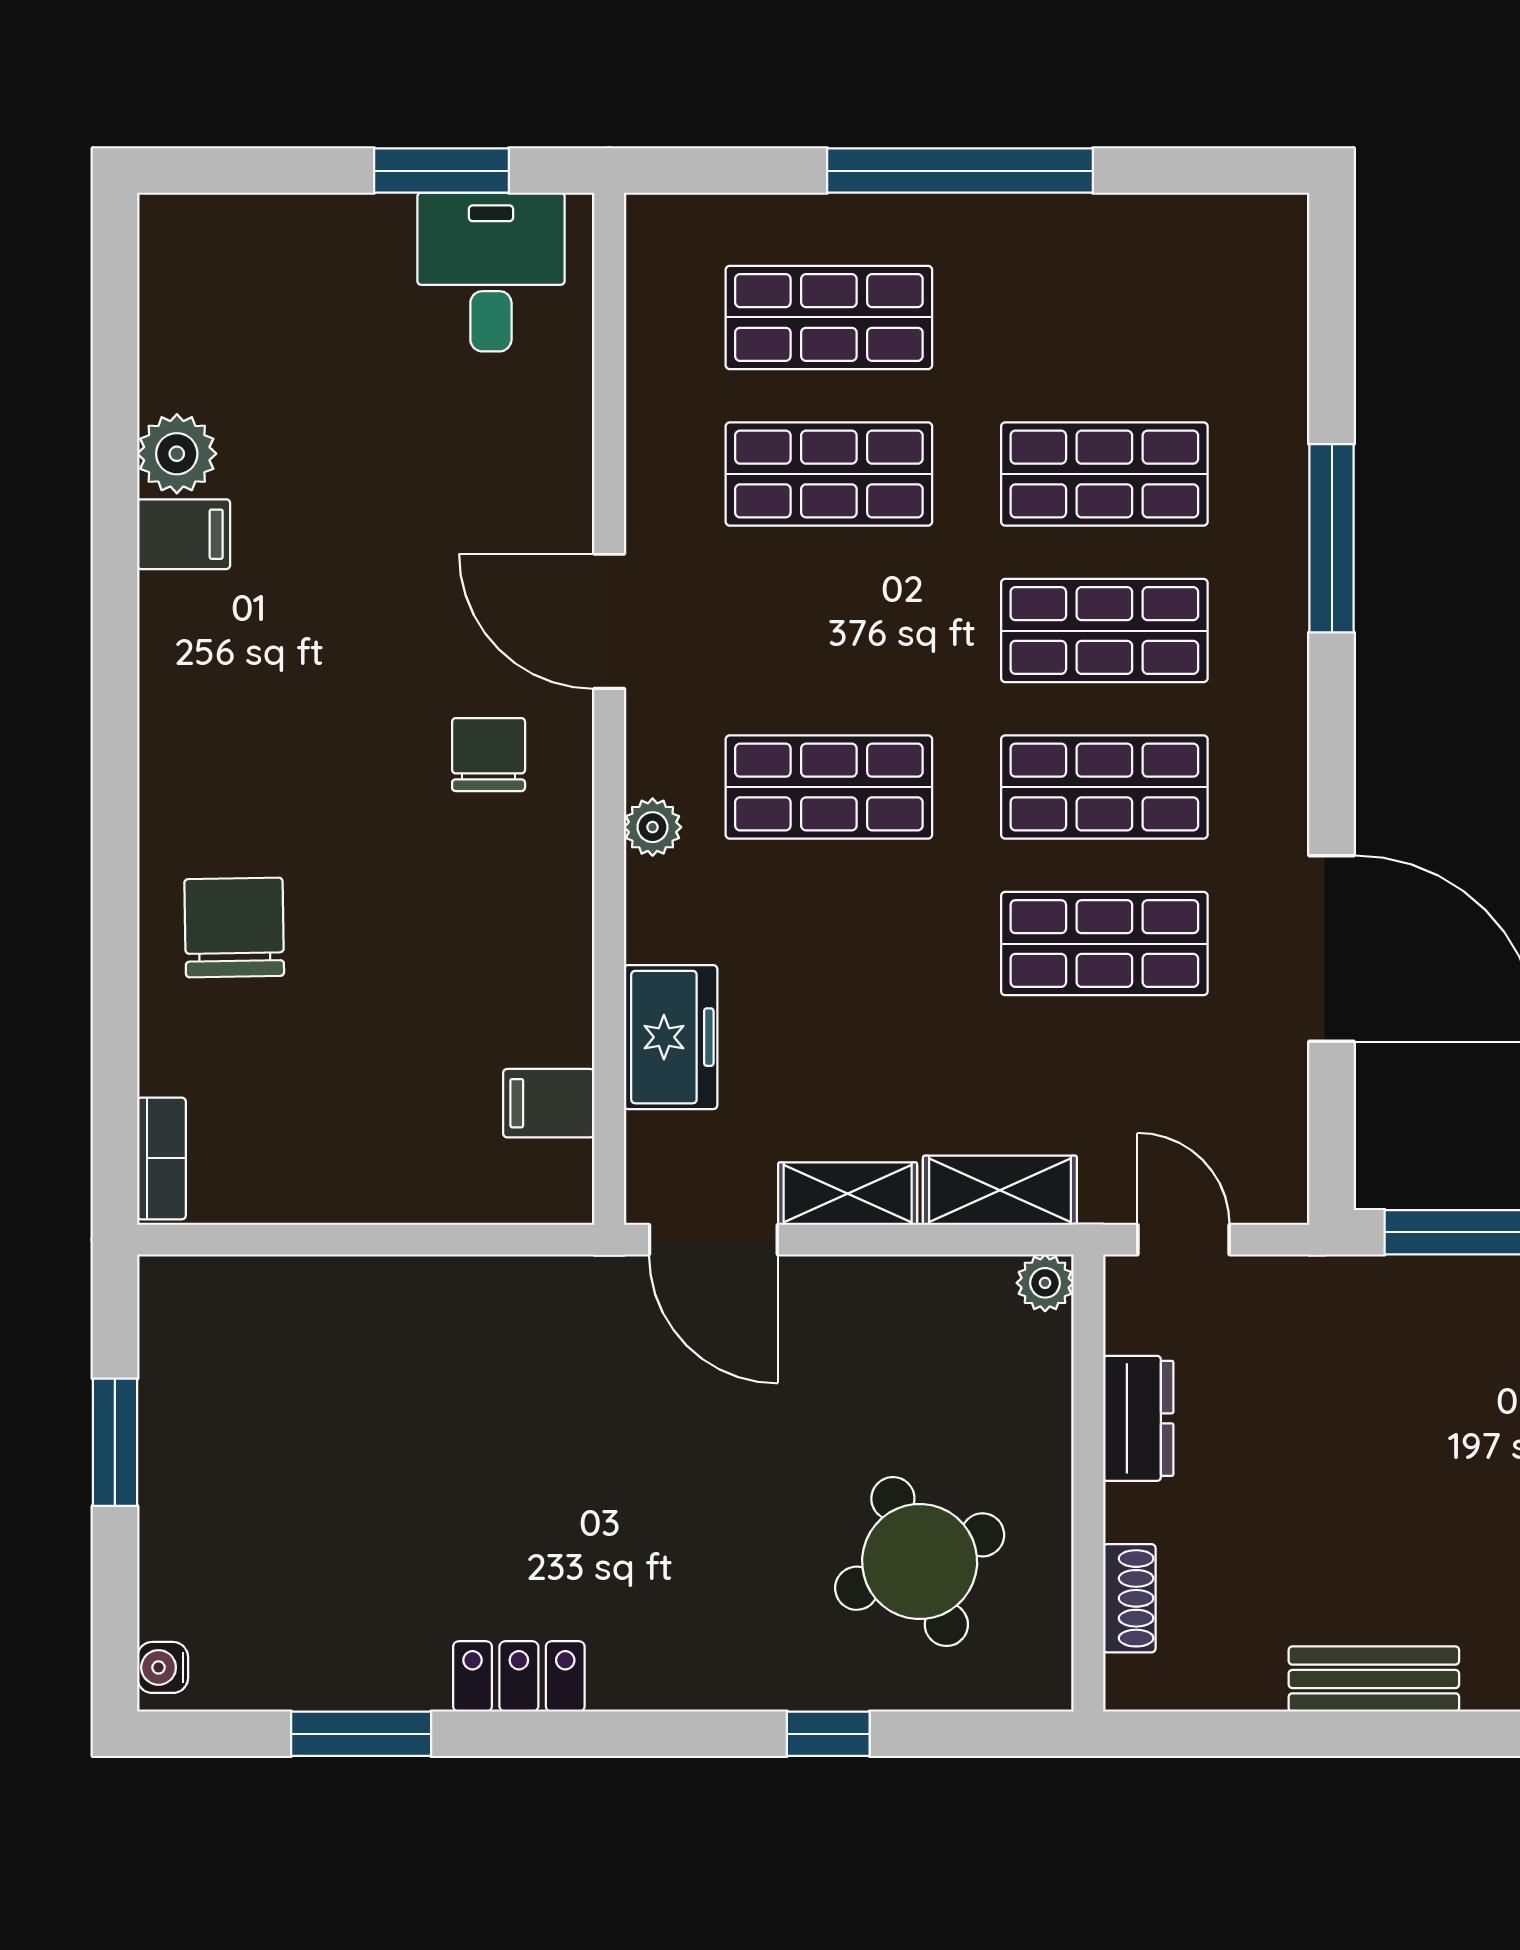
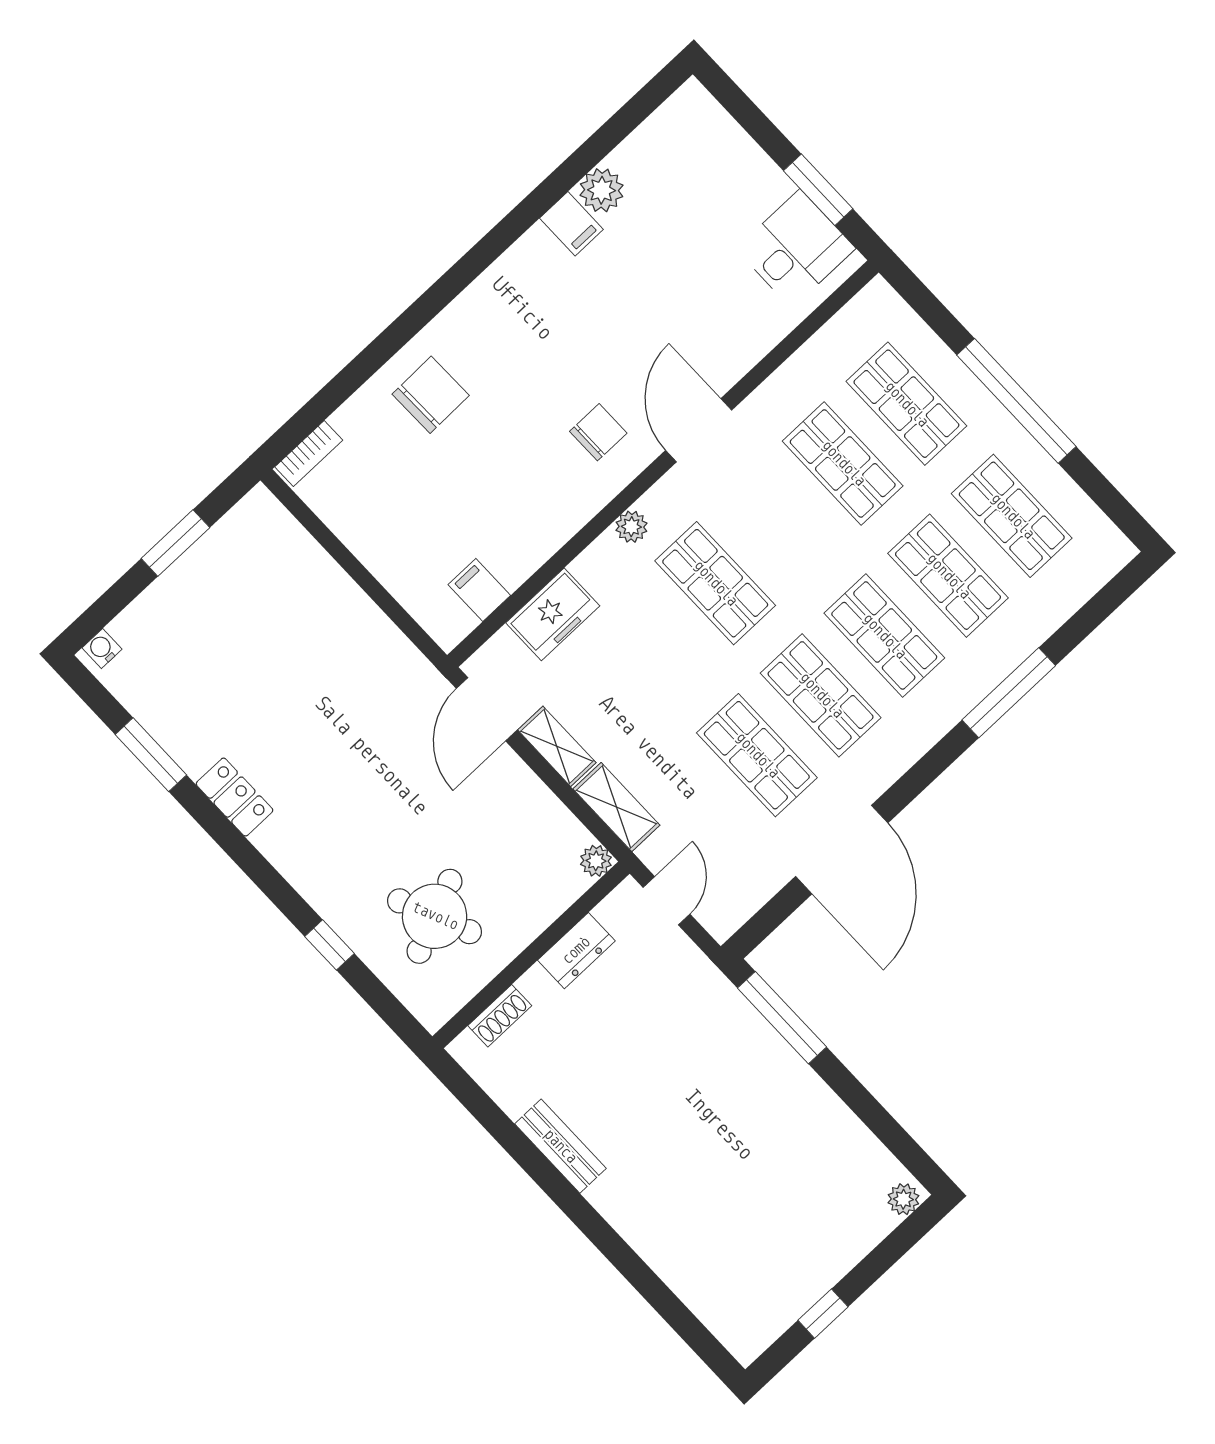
shop shelf: (1104, 317) -> (1012, 516), added

